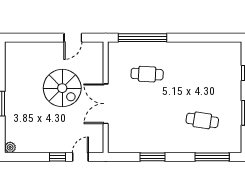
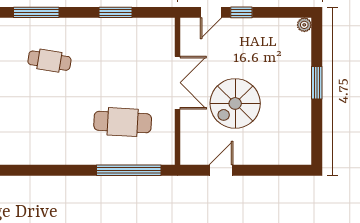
cafe table: (147, 74) -> (123, 122), width x1.37, depth x1.35
spiral stairs: (62, 88) -> (235, 103), turned -90

